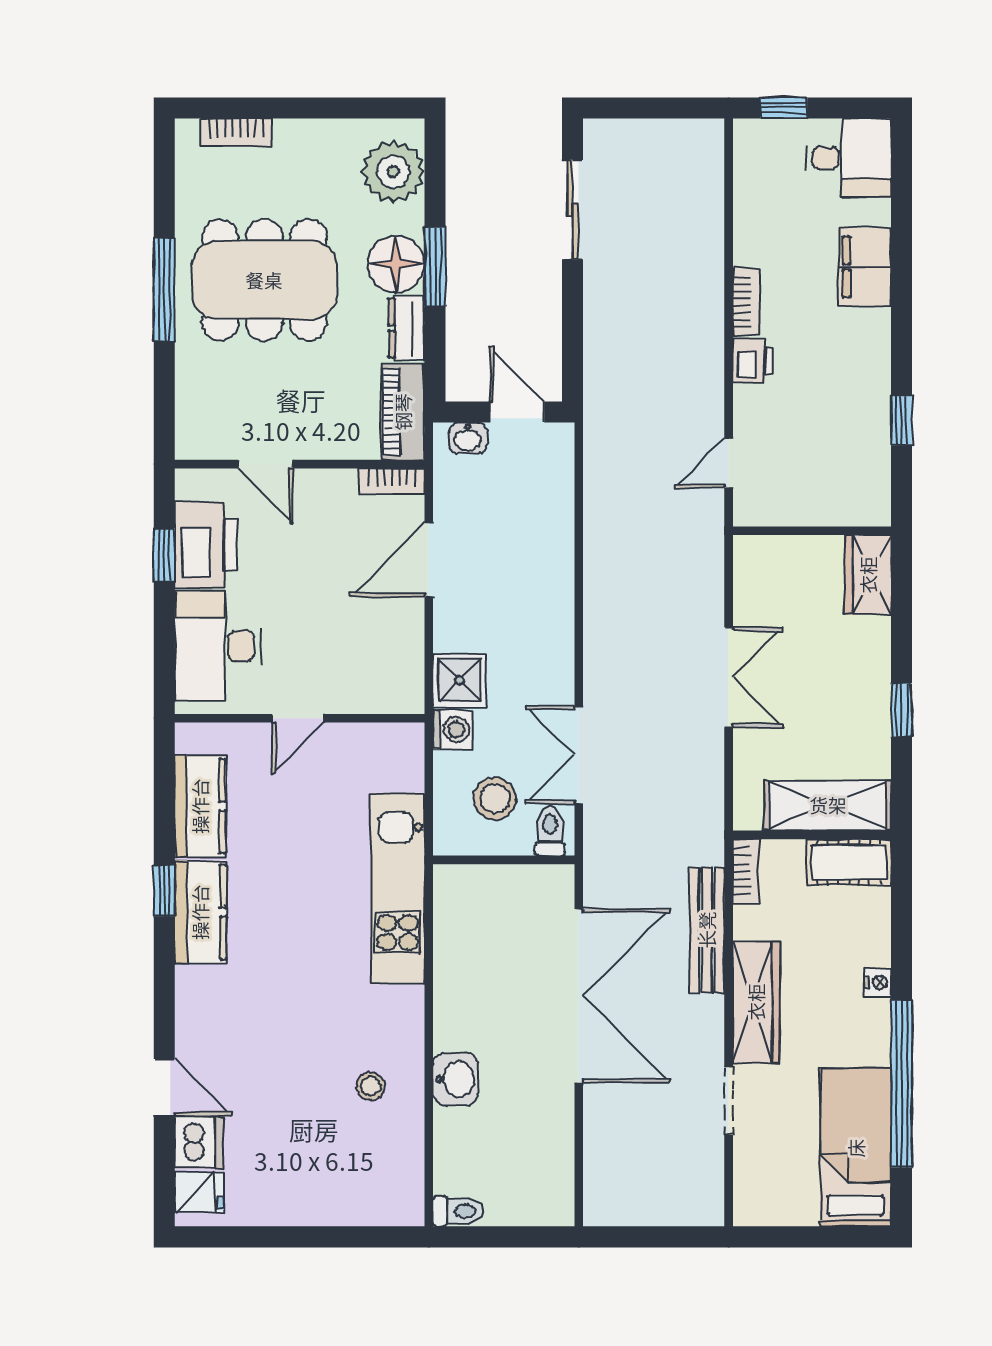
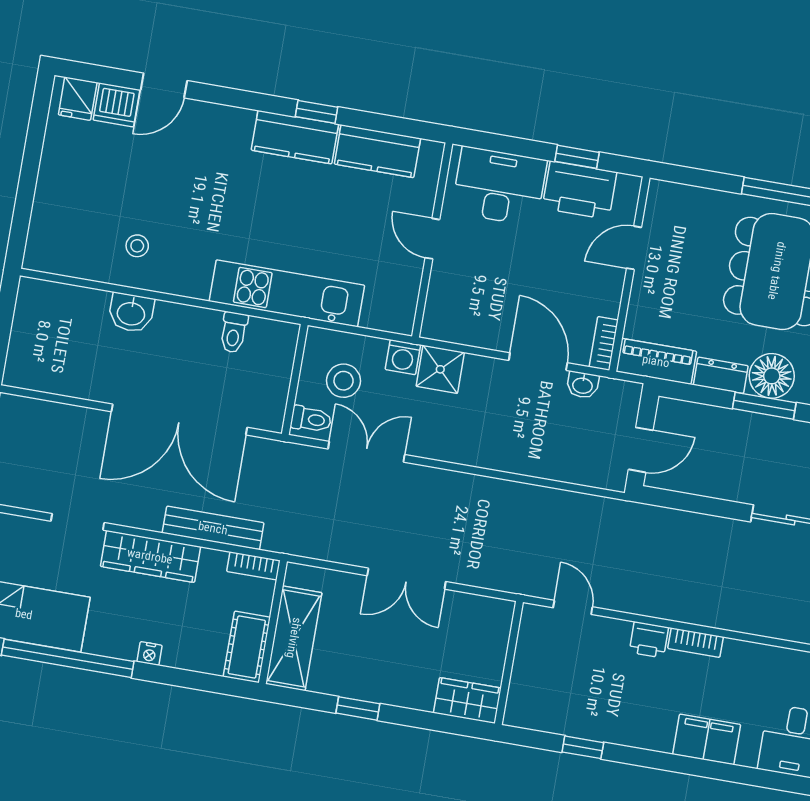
washbasin: (468, 438) -> (583, 385), moved, turned -90
toilet: (458, 1211) -> (234, 332), moved

